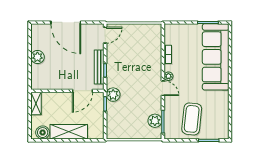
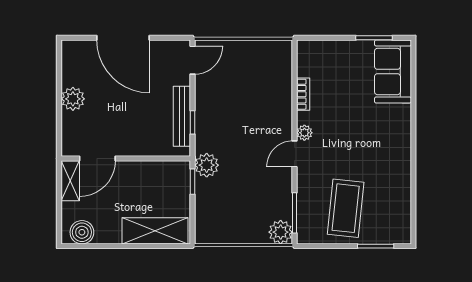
sofa: (216, 57) -> (393, 71), width x0.54, depth x0.79
door: (163, 88) -> (295, 154), swing flipped
door: (83, 91) -> (97, 159), moved
plant: (155, 121) -> (281, 232), moved
shelving: (69, 132) -> (155, 231), moved

